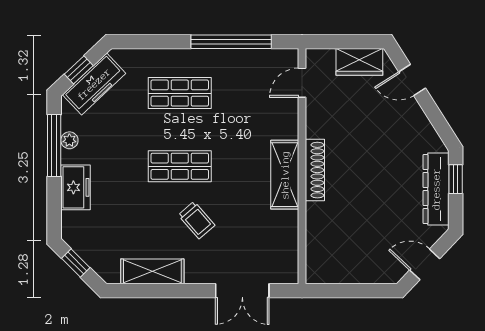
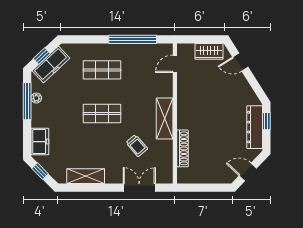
shoe rack: (315, 170) -> (182, 148), moved
freezer: (75, 187) -> (40, 142), moved
trolley: (197, 220) -> (137, 146), moved
double door: (242, 291) -> (139, 188), swing flipped

